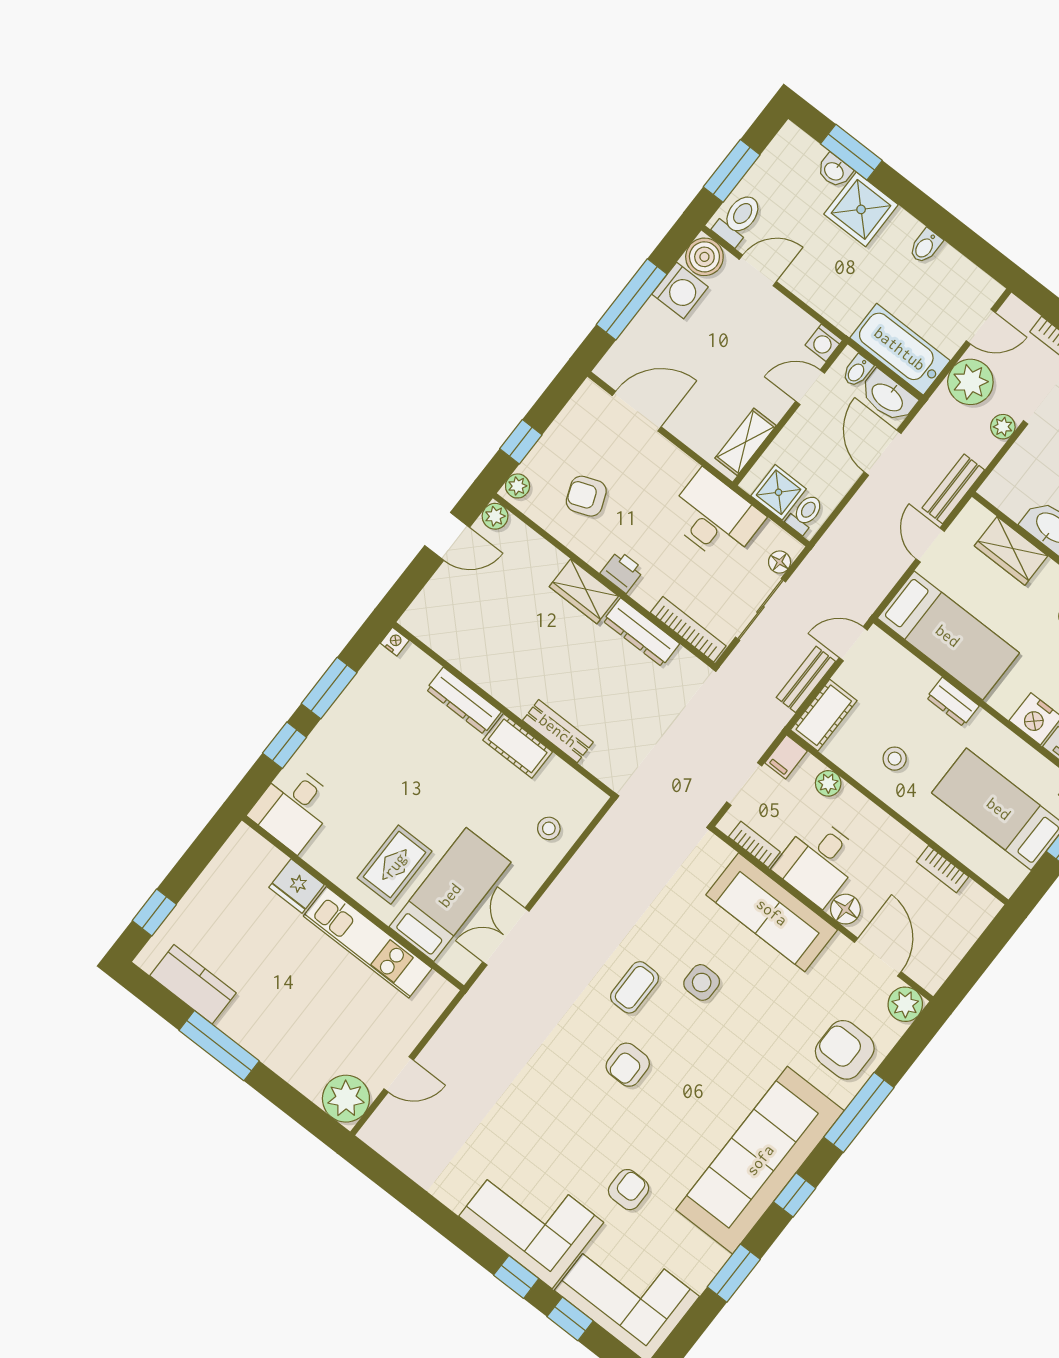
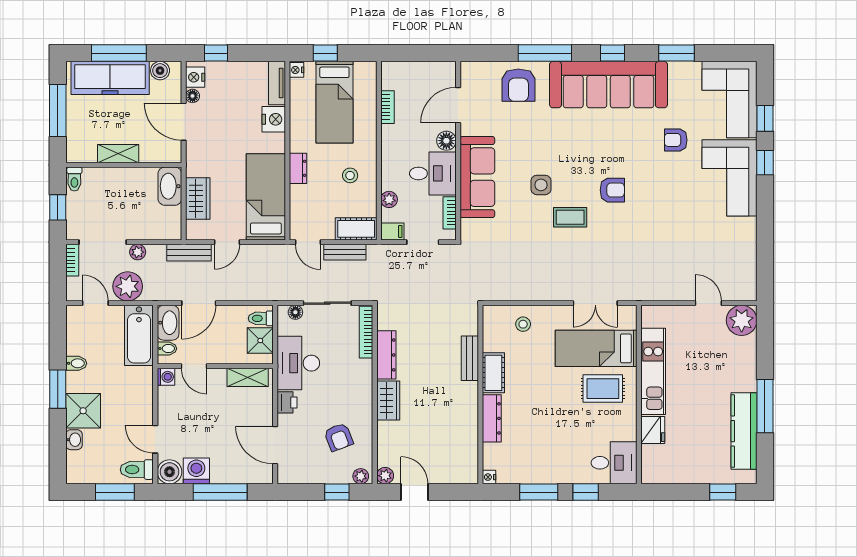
window: (851, 152) -> (58, 389), moved
printer: (622, 572) -> (287, 402), moved, turned 180
kitchen counter: (193, 984) -> (744, 431), width x1.50
plant: (905, 1004) -> (471, 72), removed

